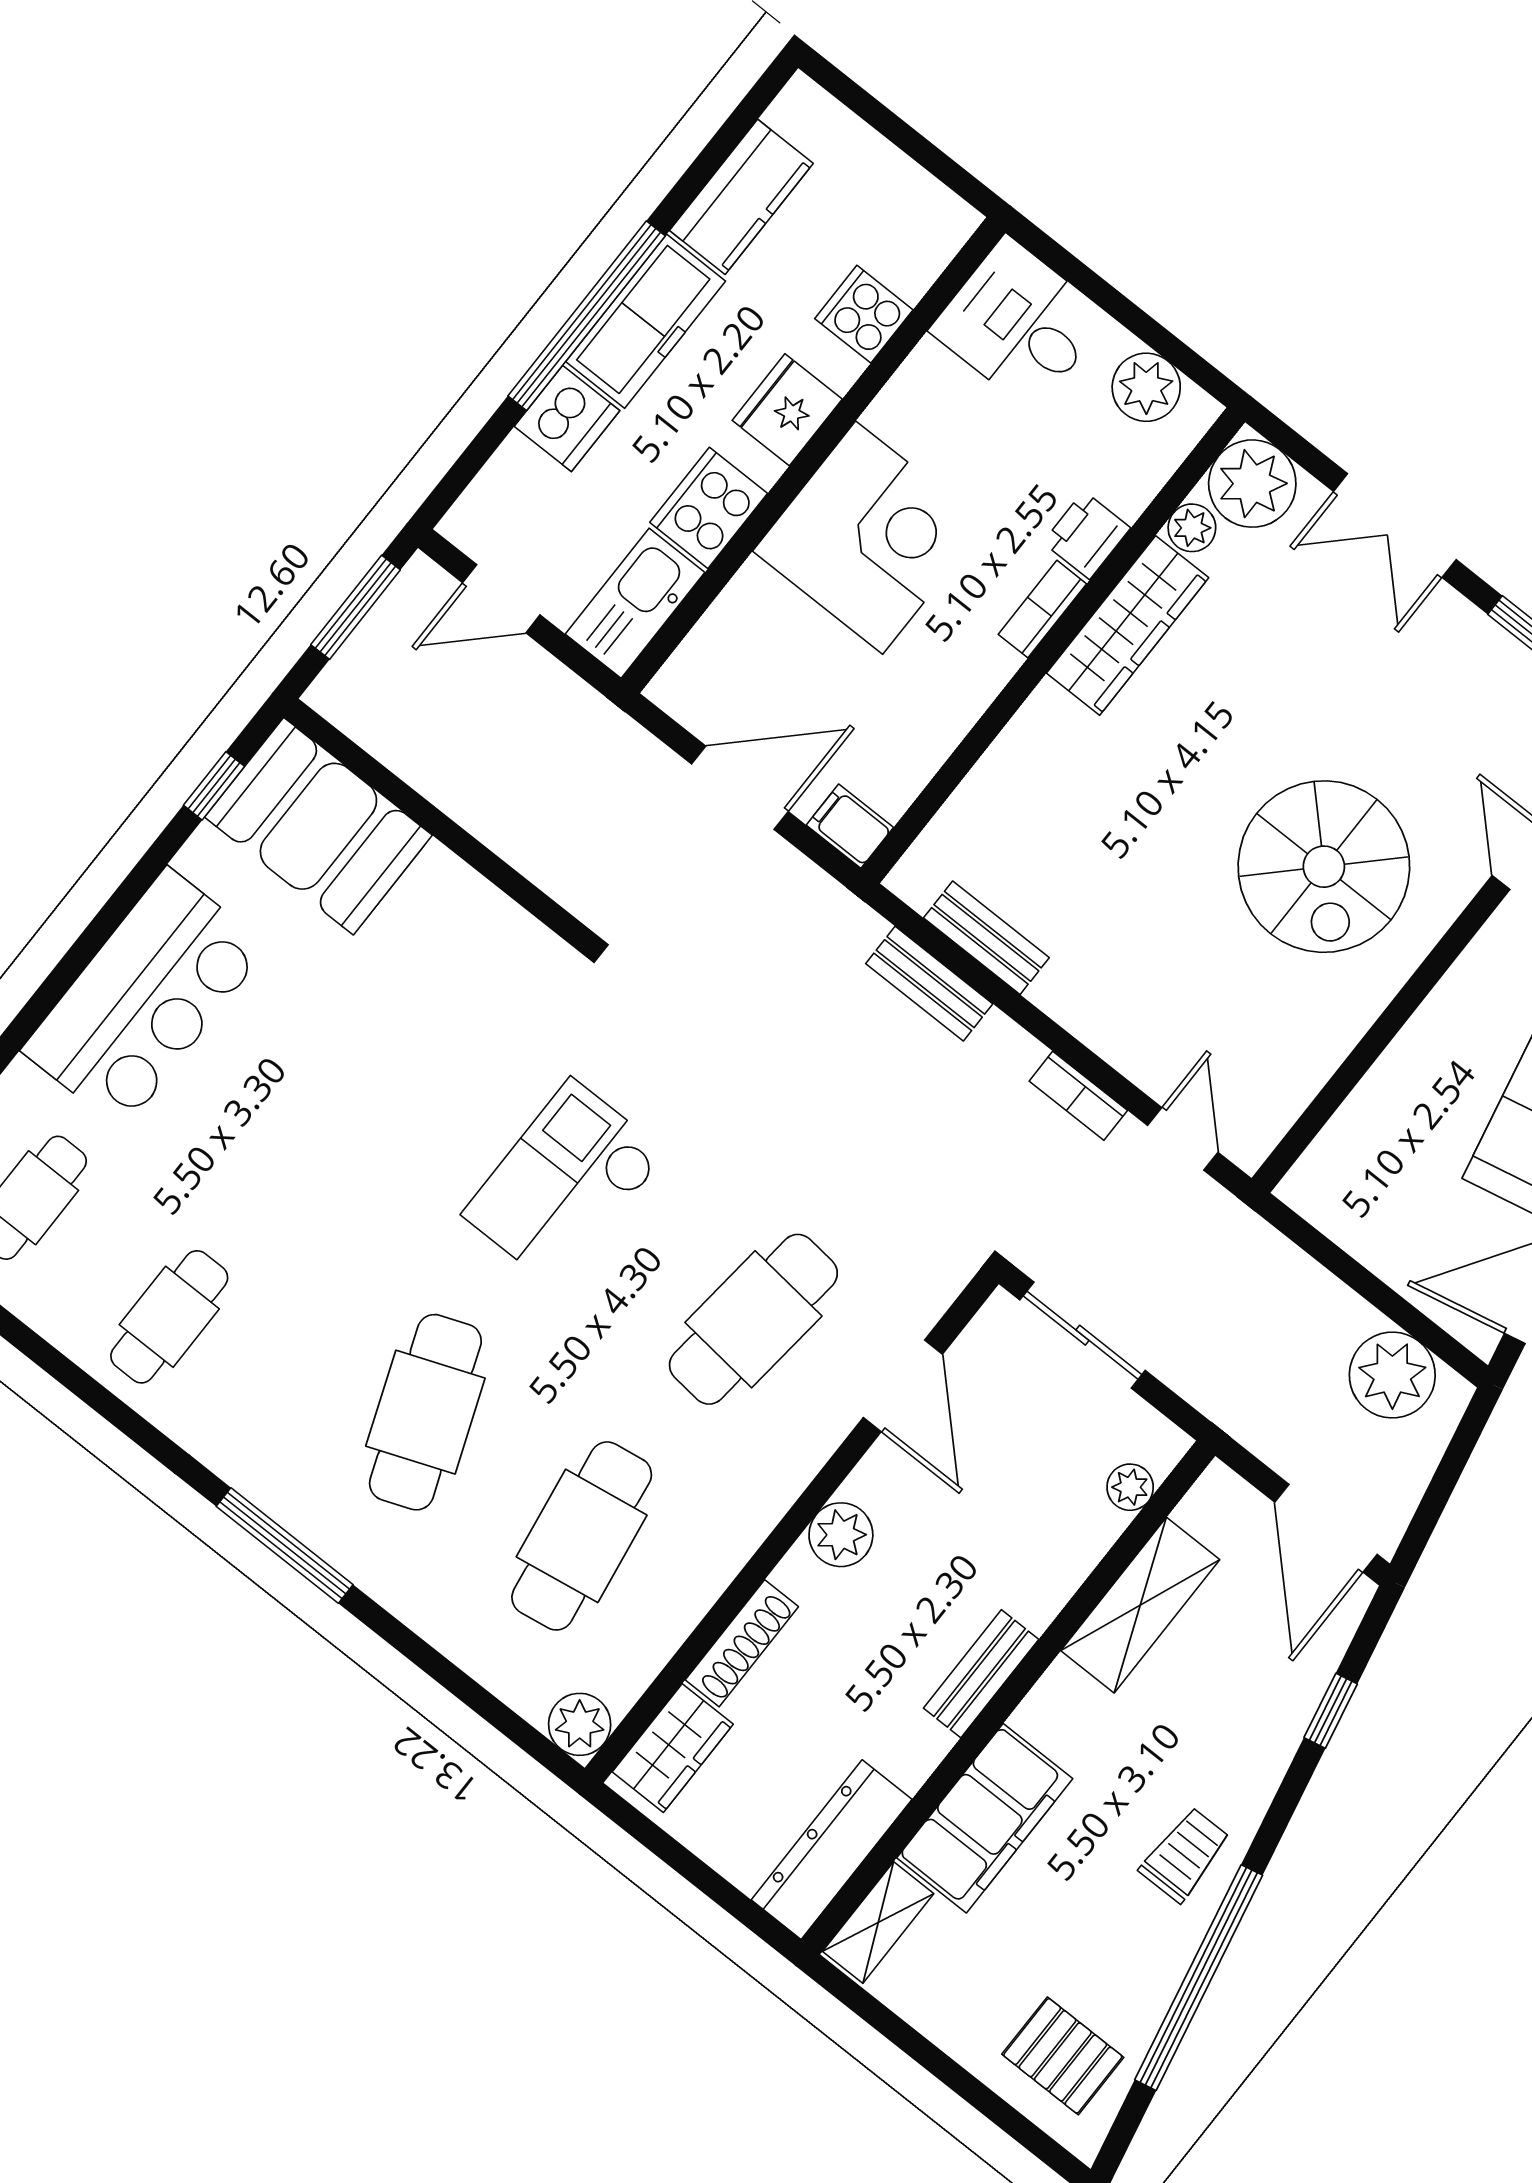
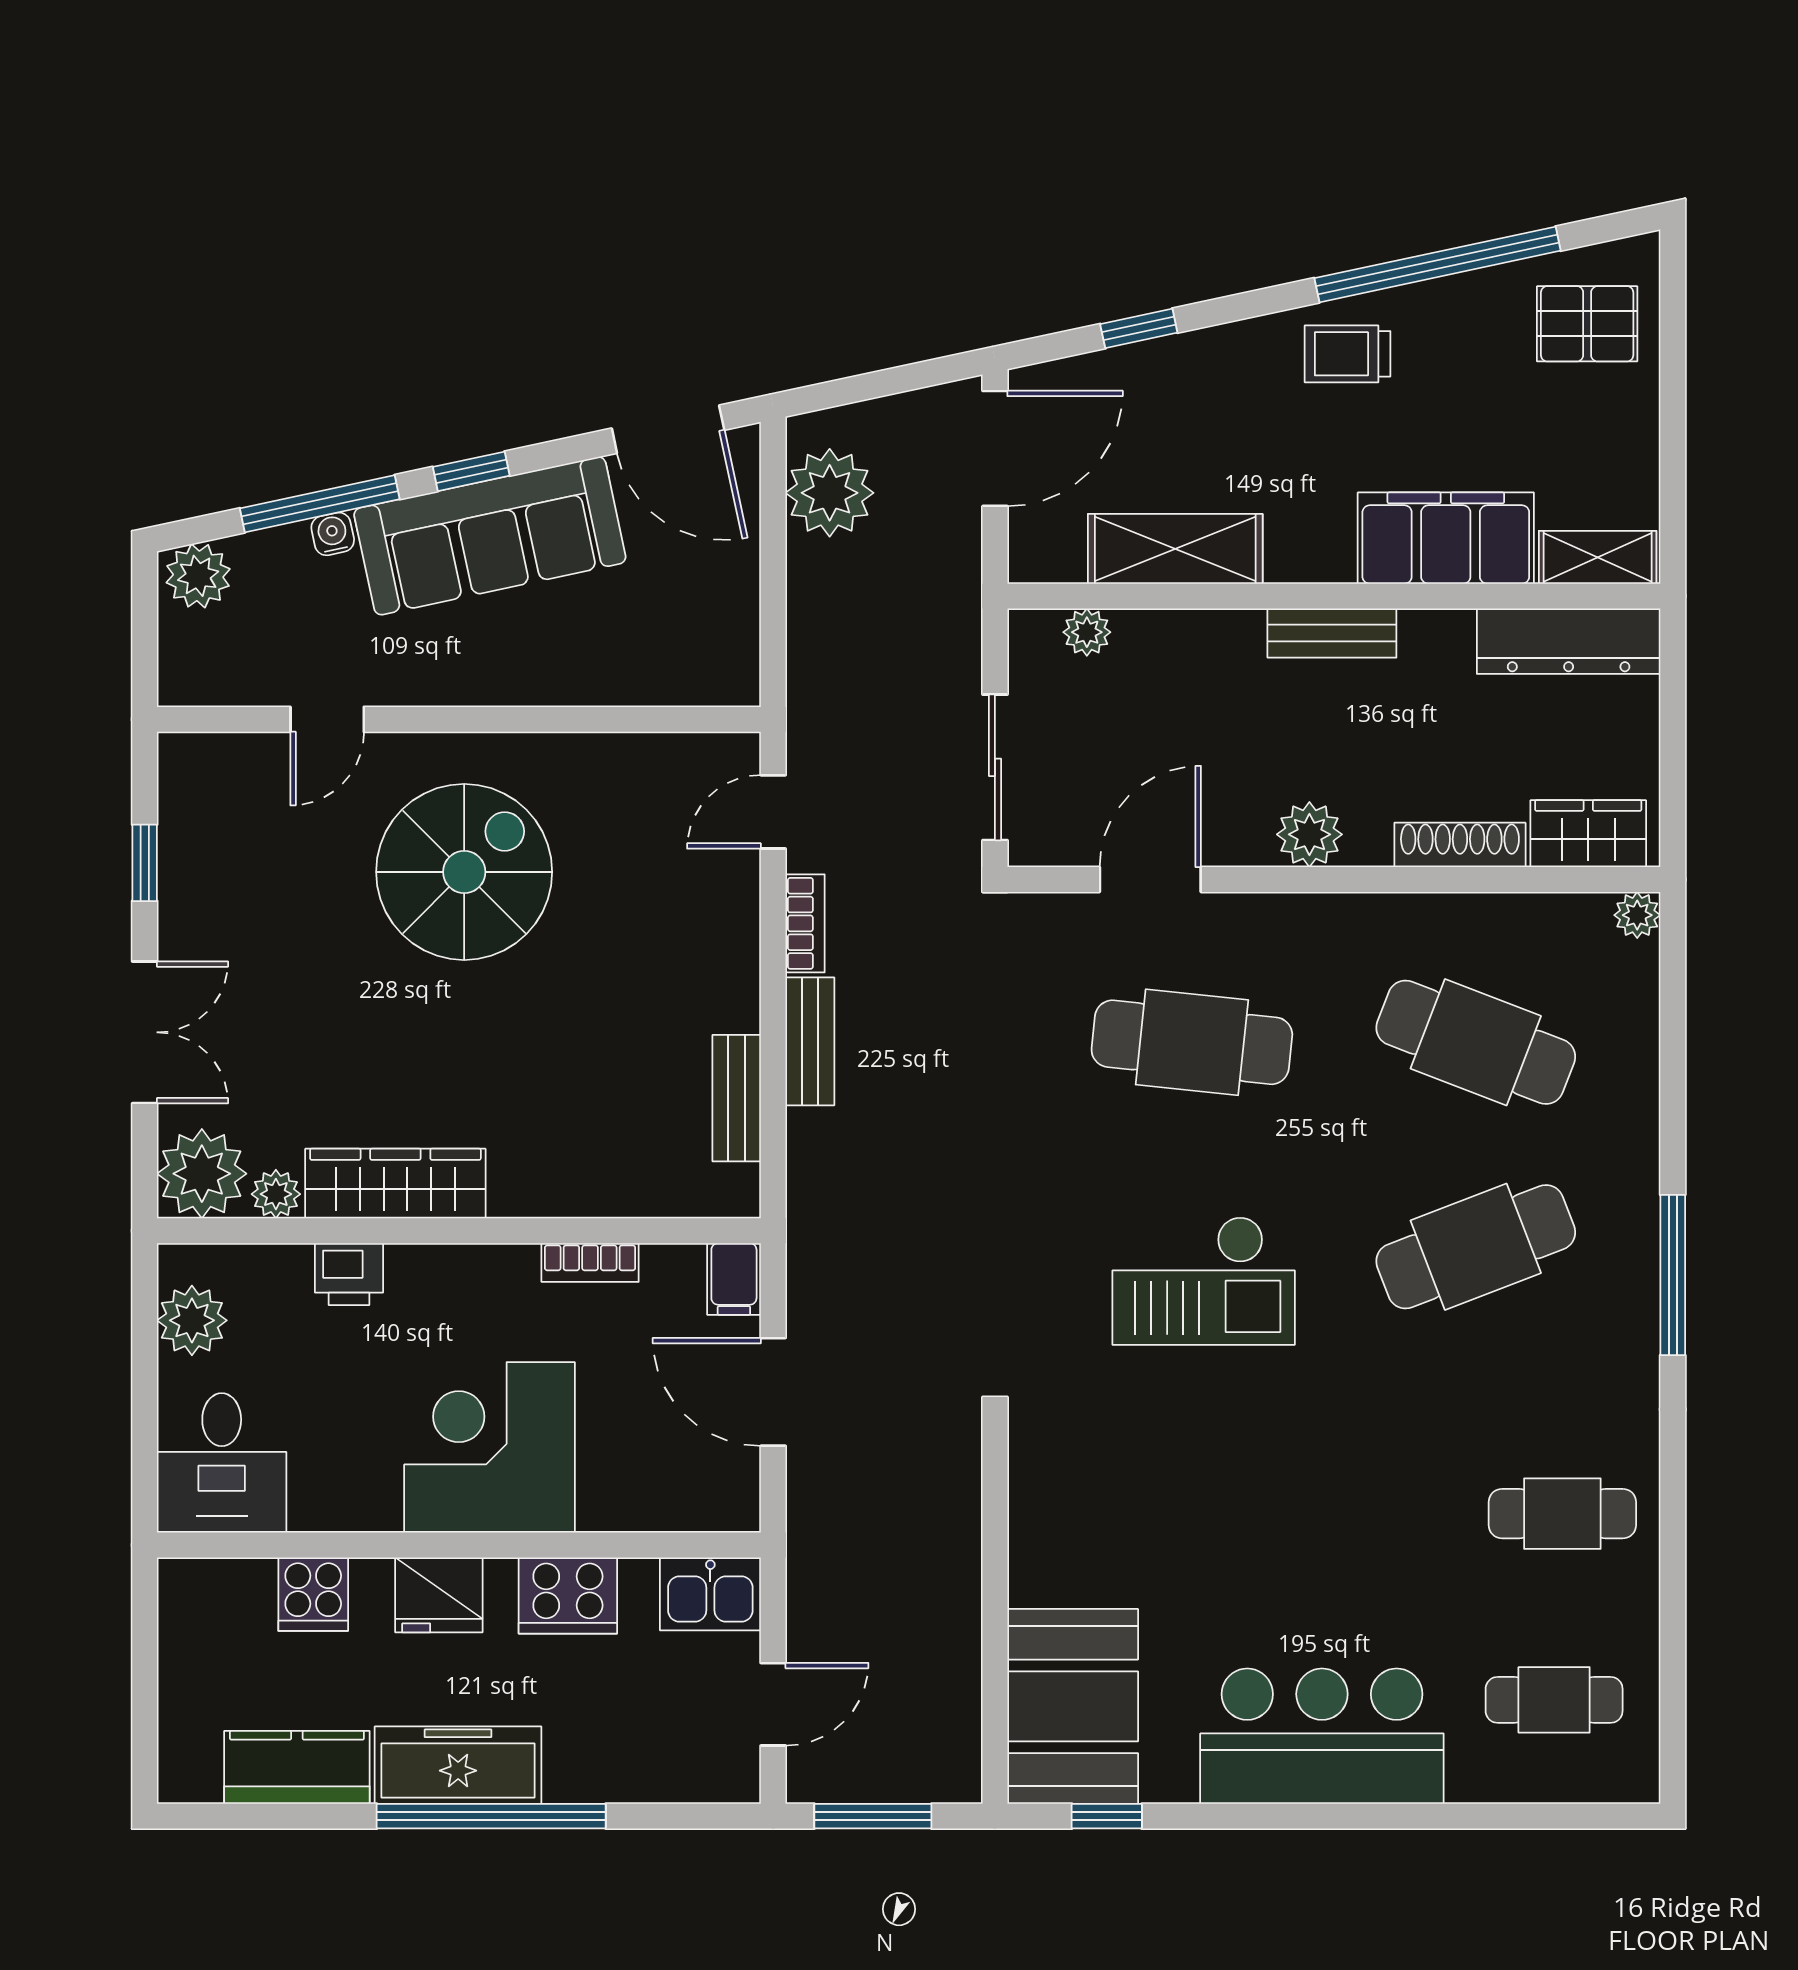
dishwasher: (567, 419) -> (586, 1766), removed
door: (501, 599) -> (773, 1704), hinge flipped
kitchen sink: (635, 603) -> (710, 1594), width x0.73
bookcase: (1042, 609) -> (590, 1263), moved
bench: (929, 984) -> (810, 1041), moved
cafe table: (582, 1536) -> (1476, 1042), turned 30
plant: (580, 1724) -> (1637, 915), width x0.73, depth x0.73
pallet: (1063, 2056) -> (1587, 324), turned 90

